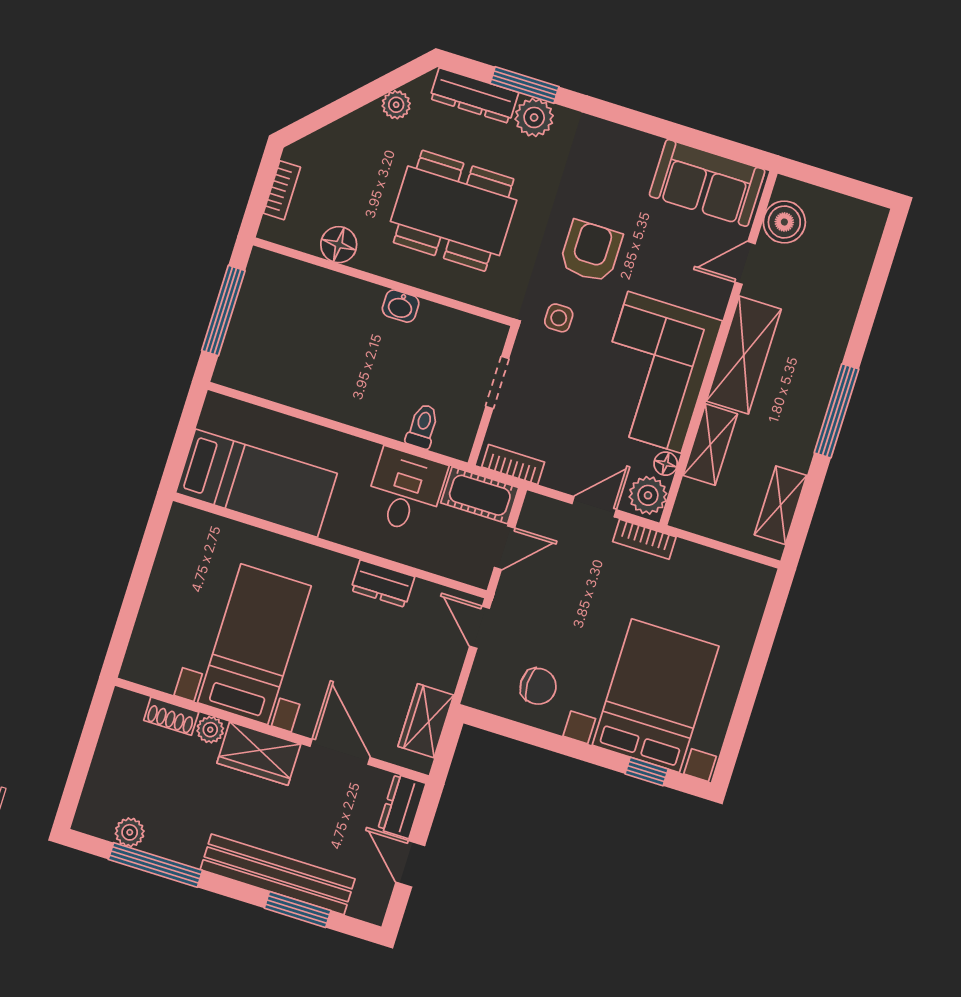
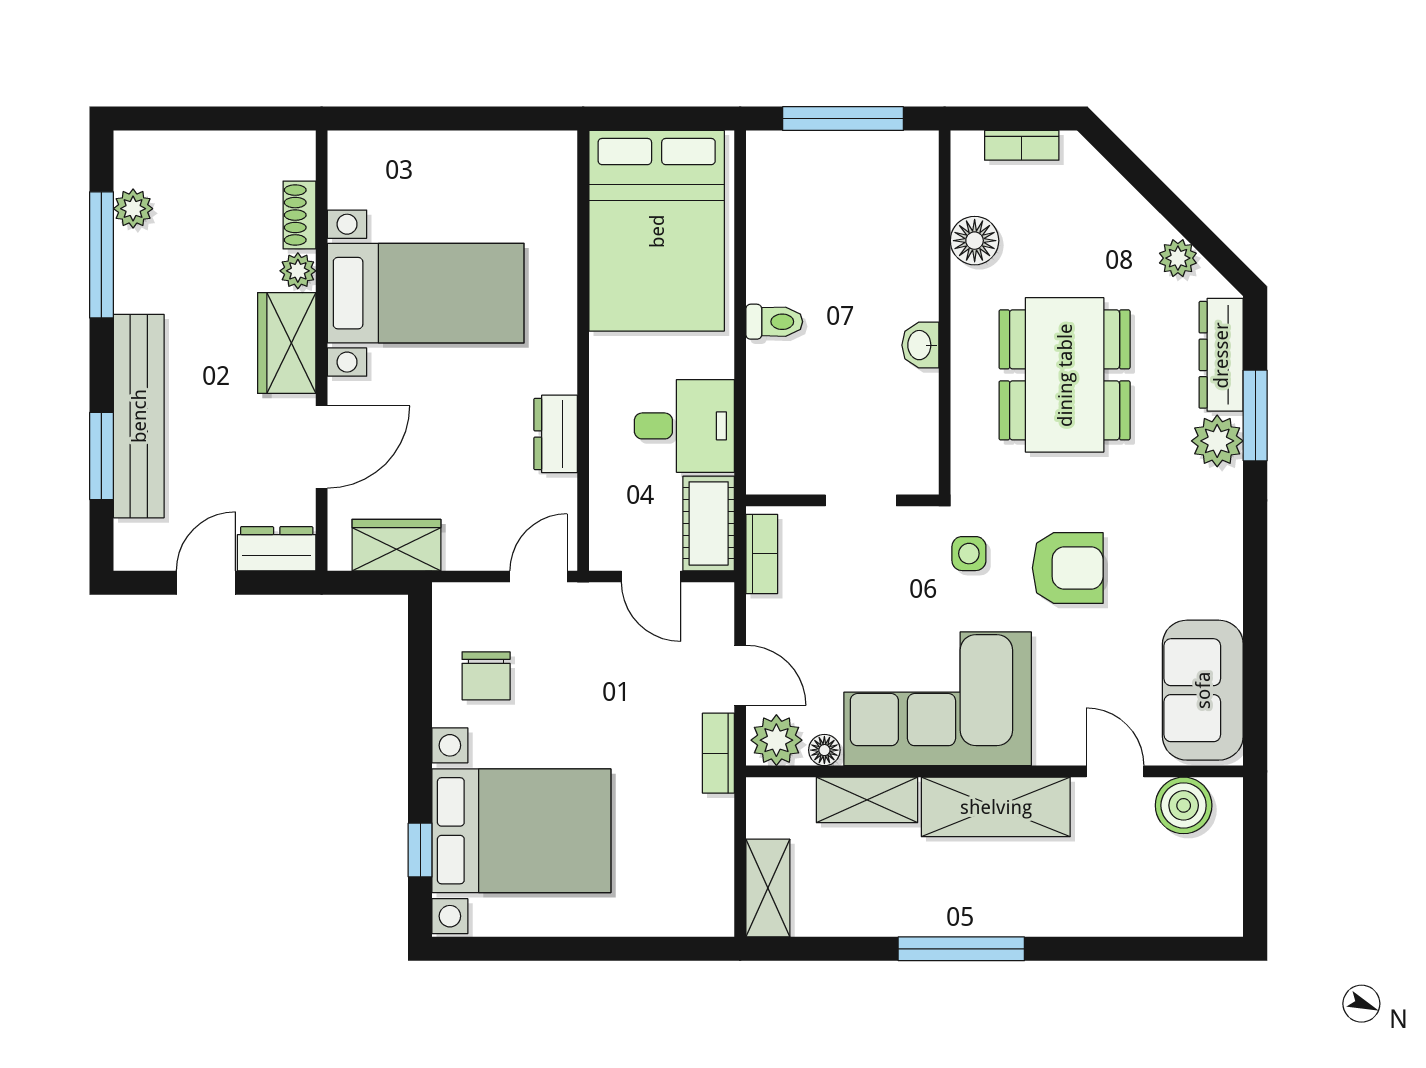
toilet: (422, 426) -> (774, 322), moved
bed: (256, 483) -> (657, 231), width x1.50
shelving: (781, 505) -> (768, 888), moved, turned 90

